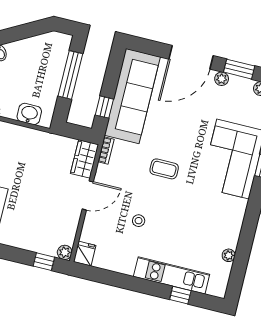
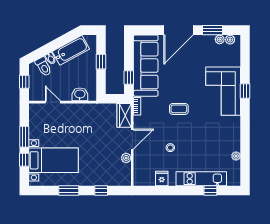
bathtub: (32, 48) -> (71, 50), added
window: (70, 75) -> (101, 62), width x0.46
plant: (222, 79) -> (220, 39), moved
plant: (65, 252) -> (126, 158), moved
fridge: (85, 254) -> (162, 178), moved
window: (44, 262) -> (101, 190), moved

